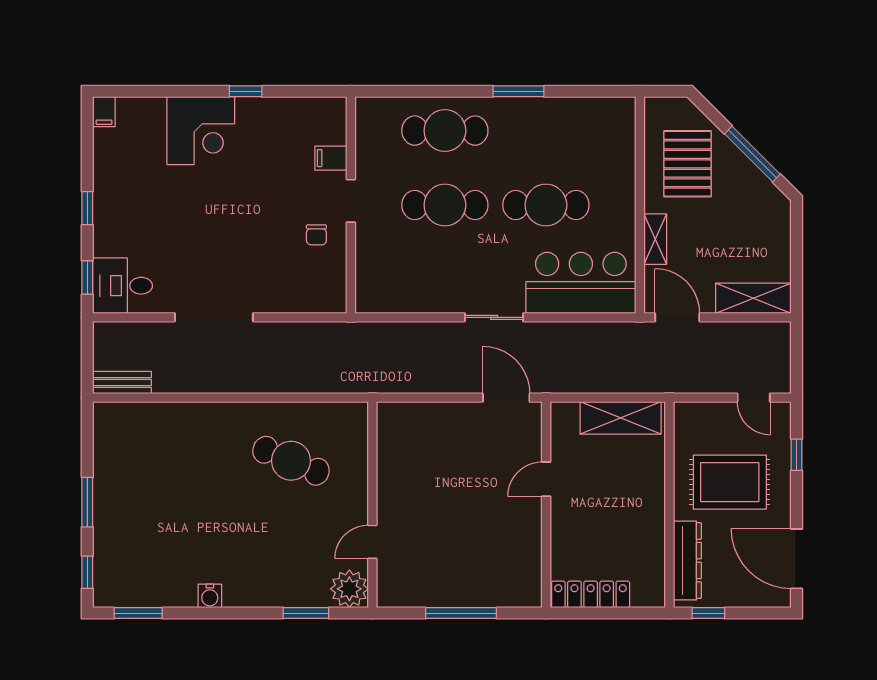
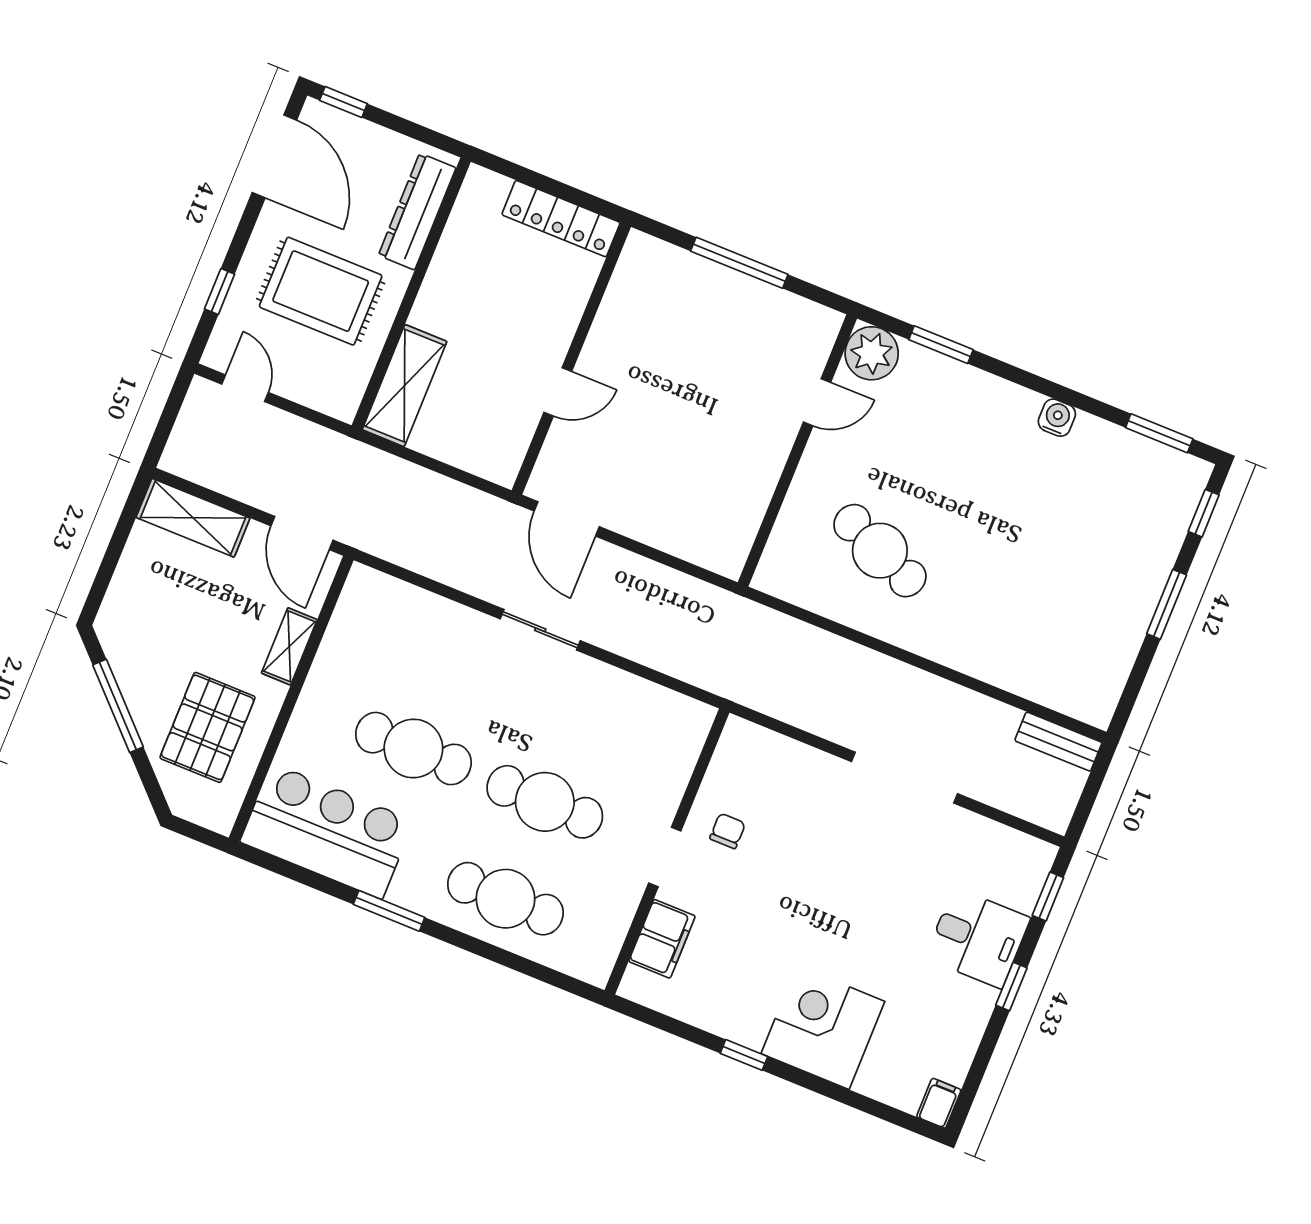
filing cabinet: (331, 158) -> (662, 939), width x2.00
bar counter: (581, 283) -> (327, 831), moved, turned 180
desk: (123, 286) -> (978, 938), moved
shelving: (621, 418) -> (405, 386), moved, turned 90
window: (708, 613) -> (343, 102), moved

